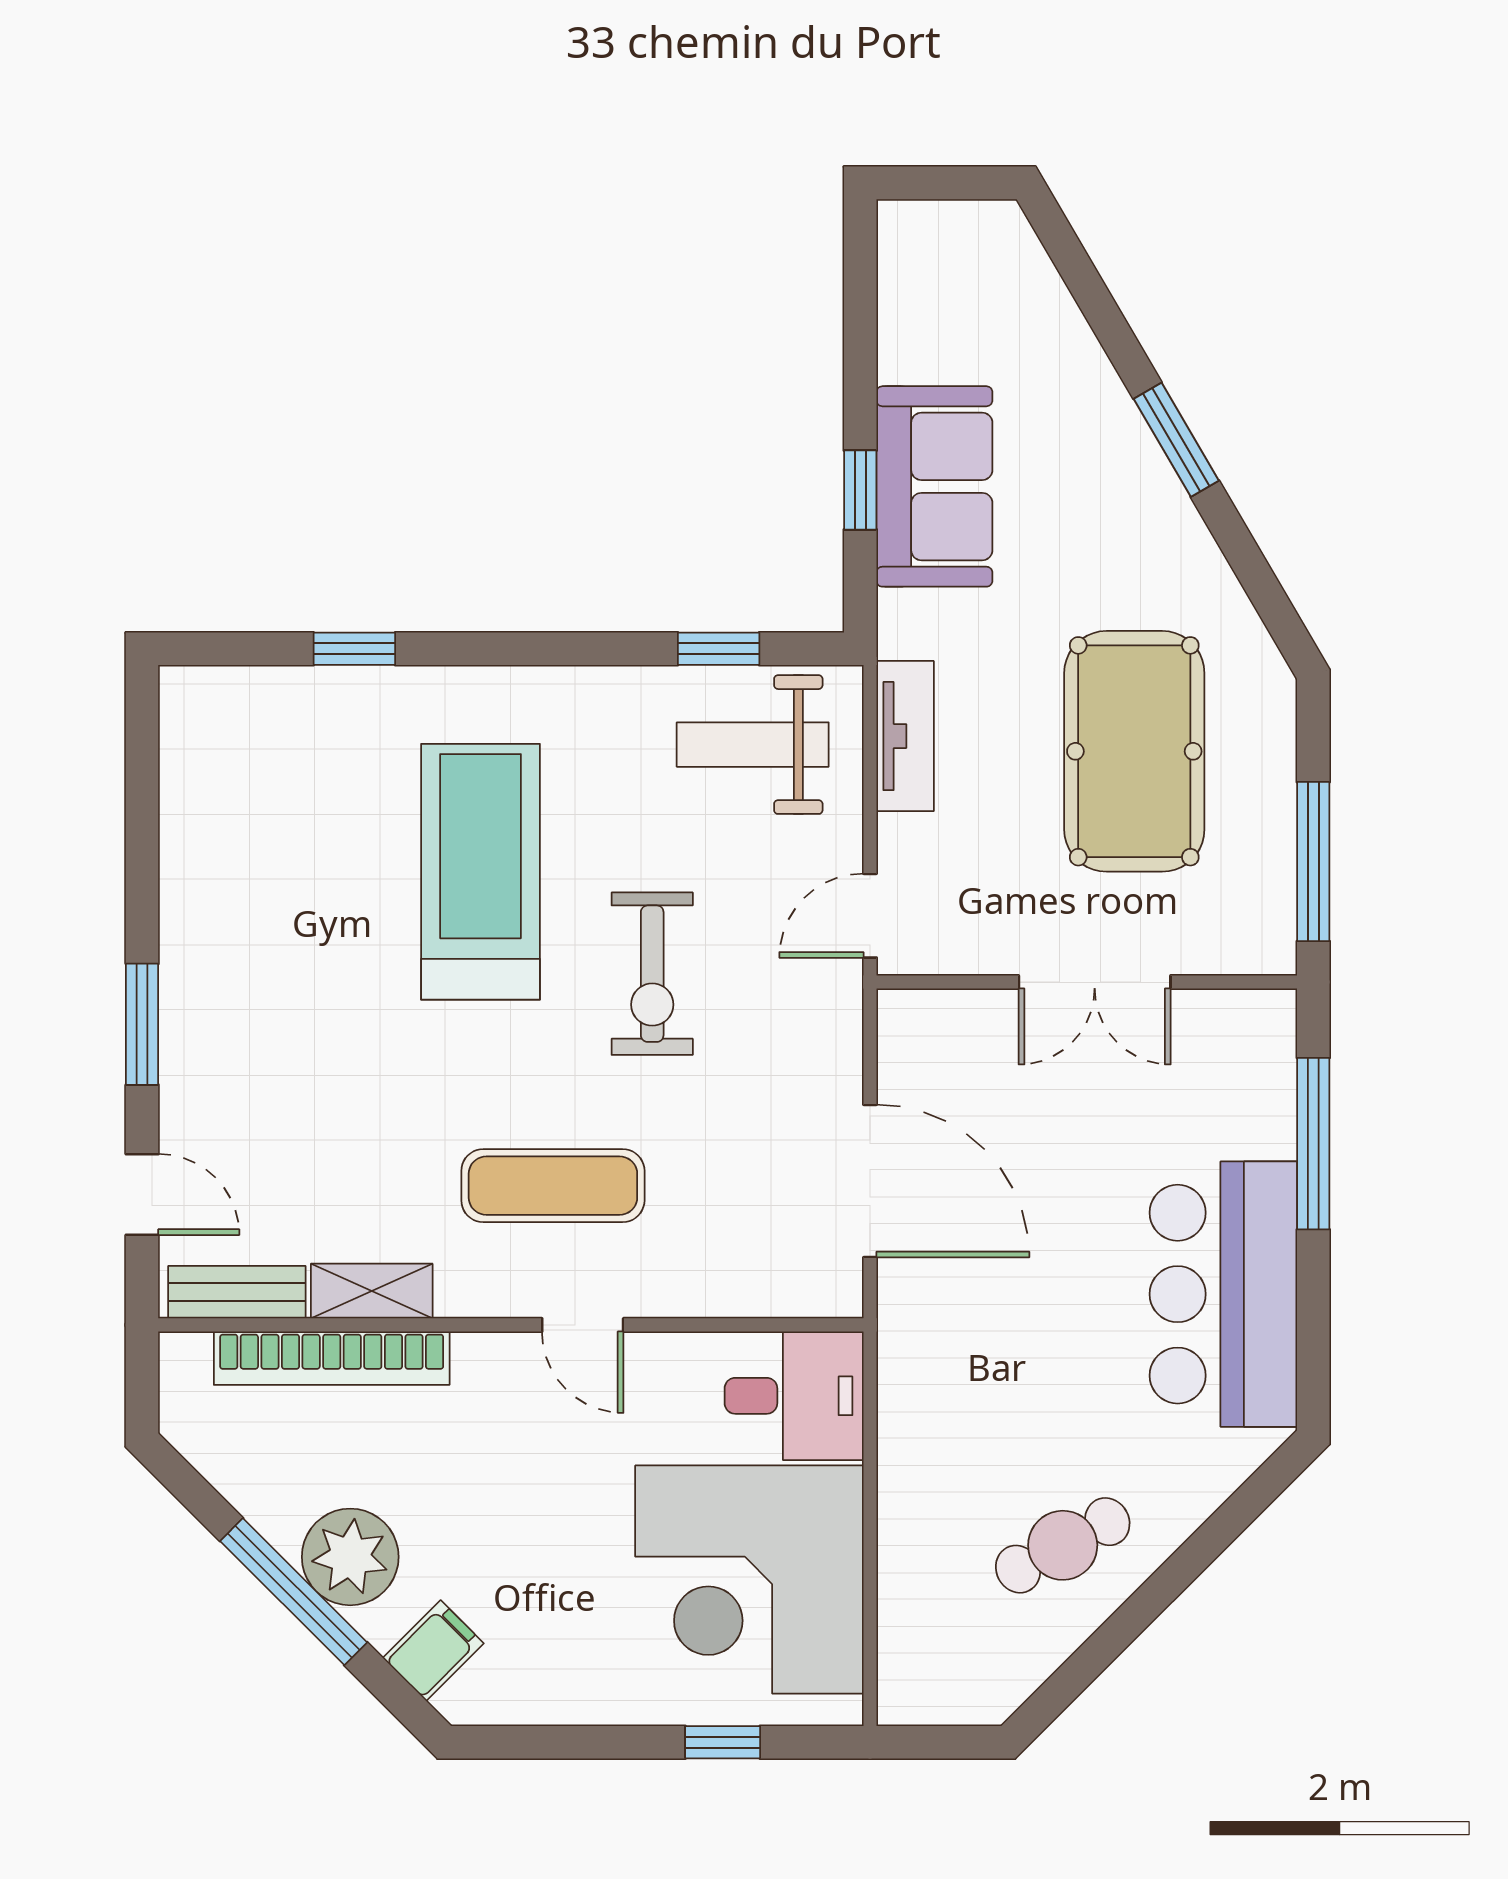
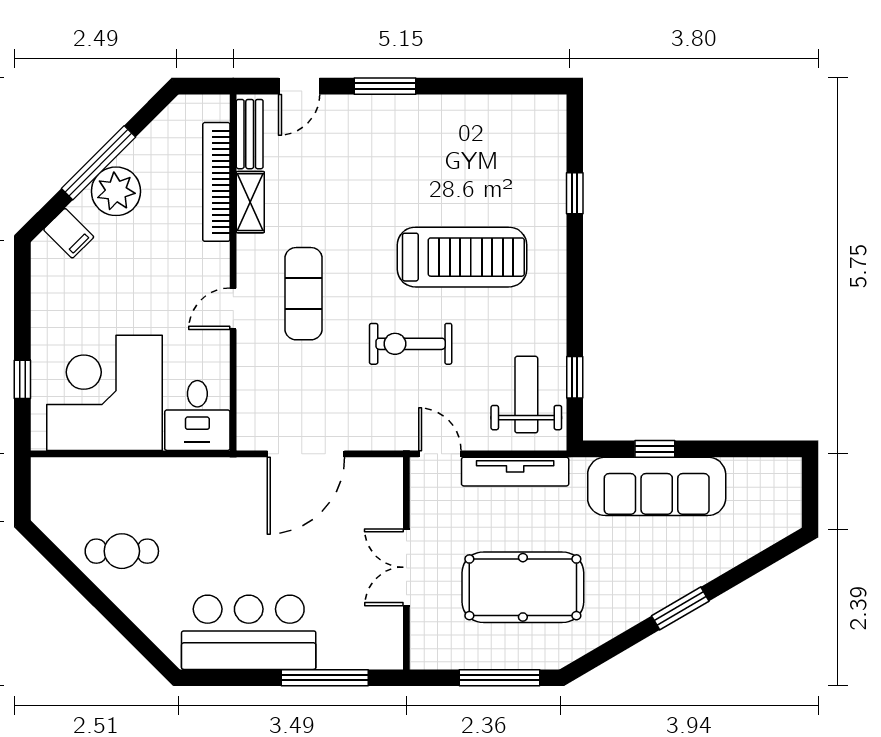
sofa: (934, 486) -> (657, 486), width x1.36
tv unit: (905, 736) -> (515, 472), width x1.41
window: (1313, 862) -> (499, 678), moved
cafe table: (1063, 1545) -> (122, 551), turned -62

